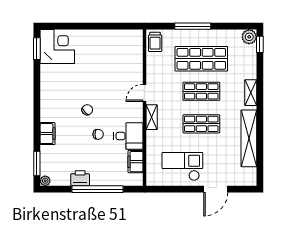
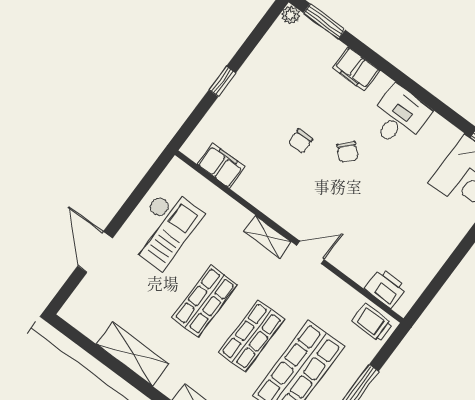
door: (144, 93) -> (310, 252), hinge flipped
desk: (128, 136) -> (399, 117), moved, turned 180
shelving: (249, 138) -> (133, 354), width x0.68
printer: (80, 178) -> (386, 288), moved, turned -90
window: (98, 189) -> (222, 81), width x0.32

